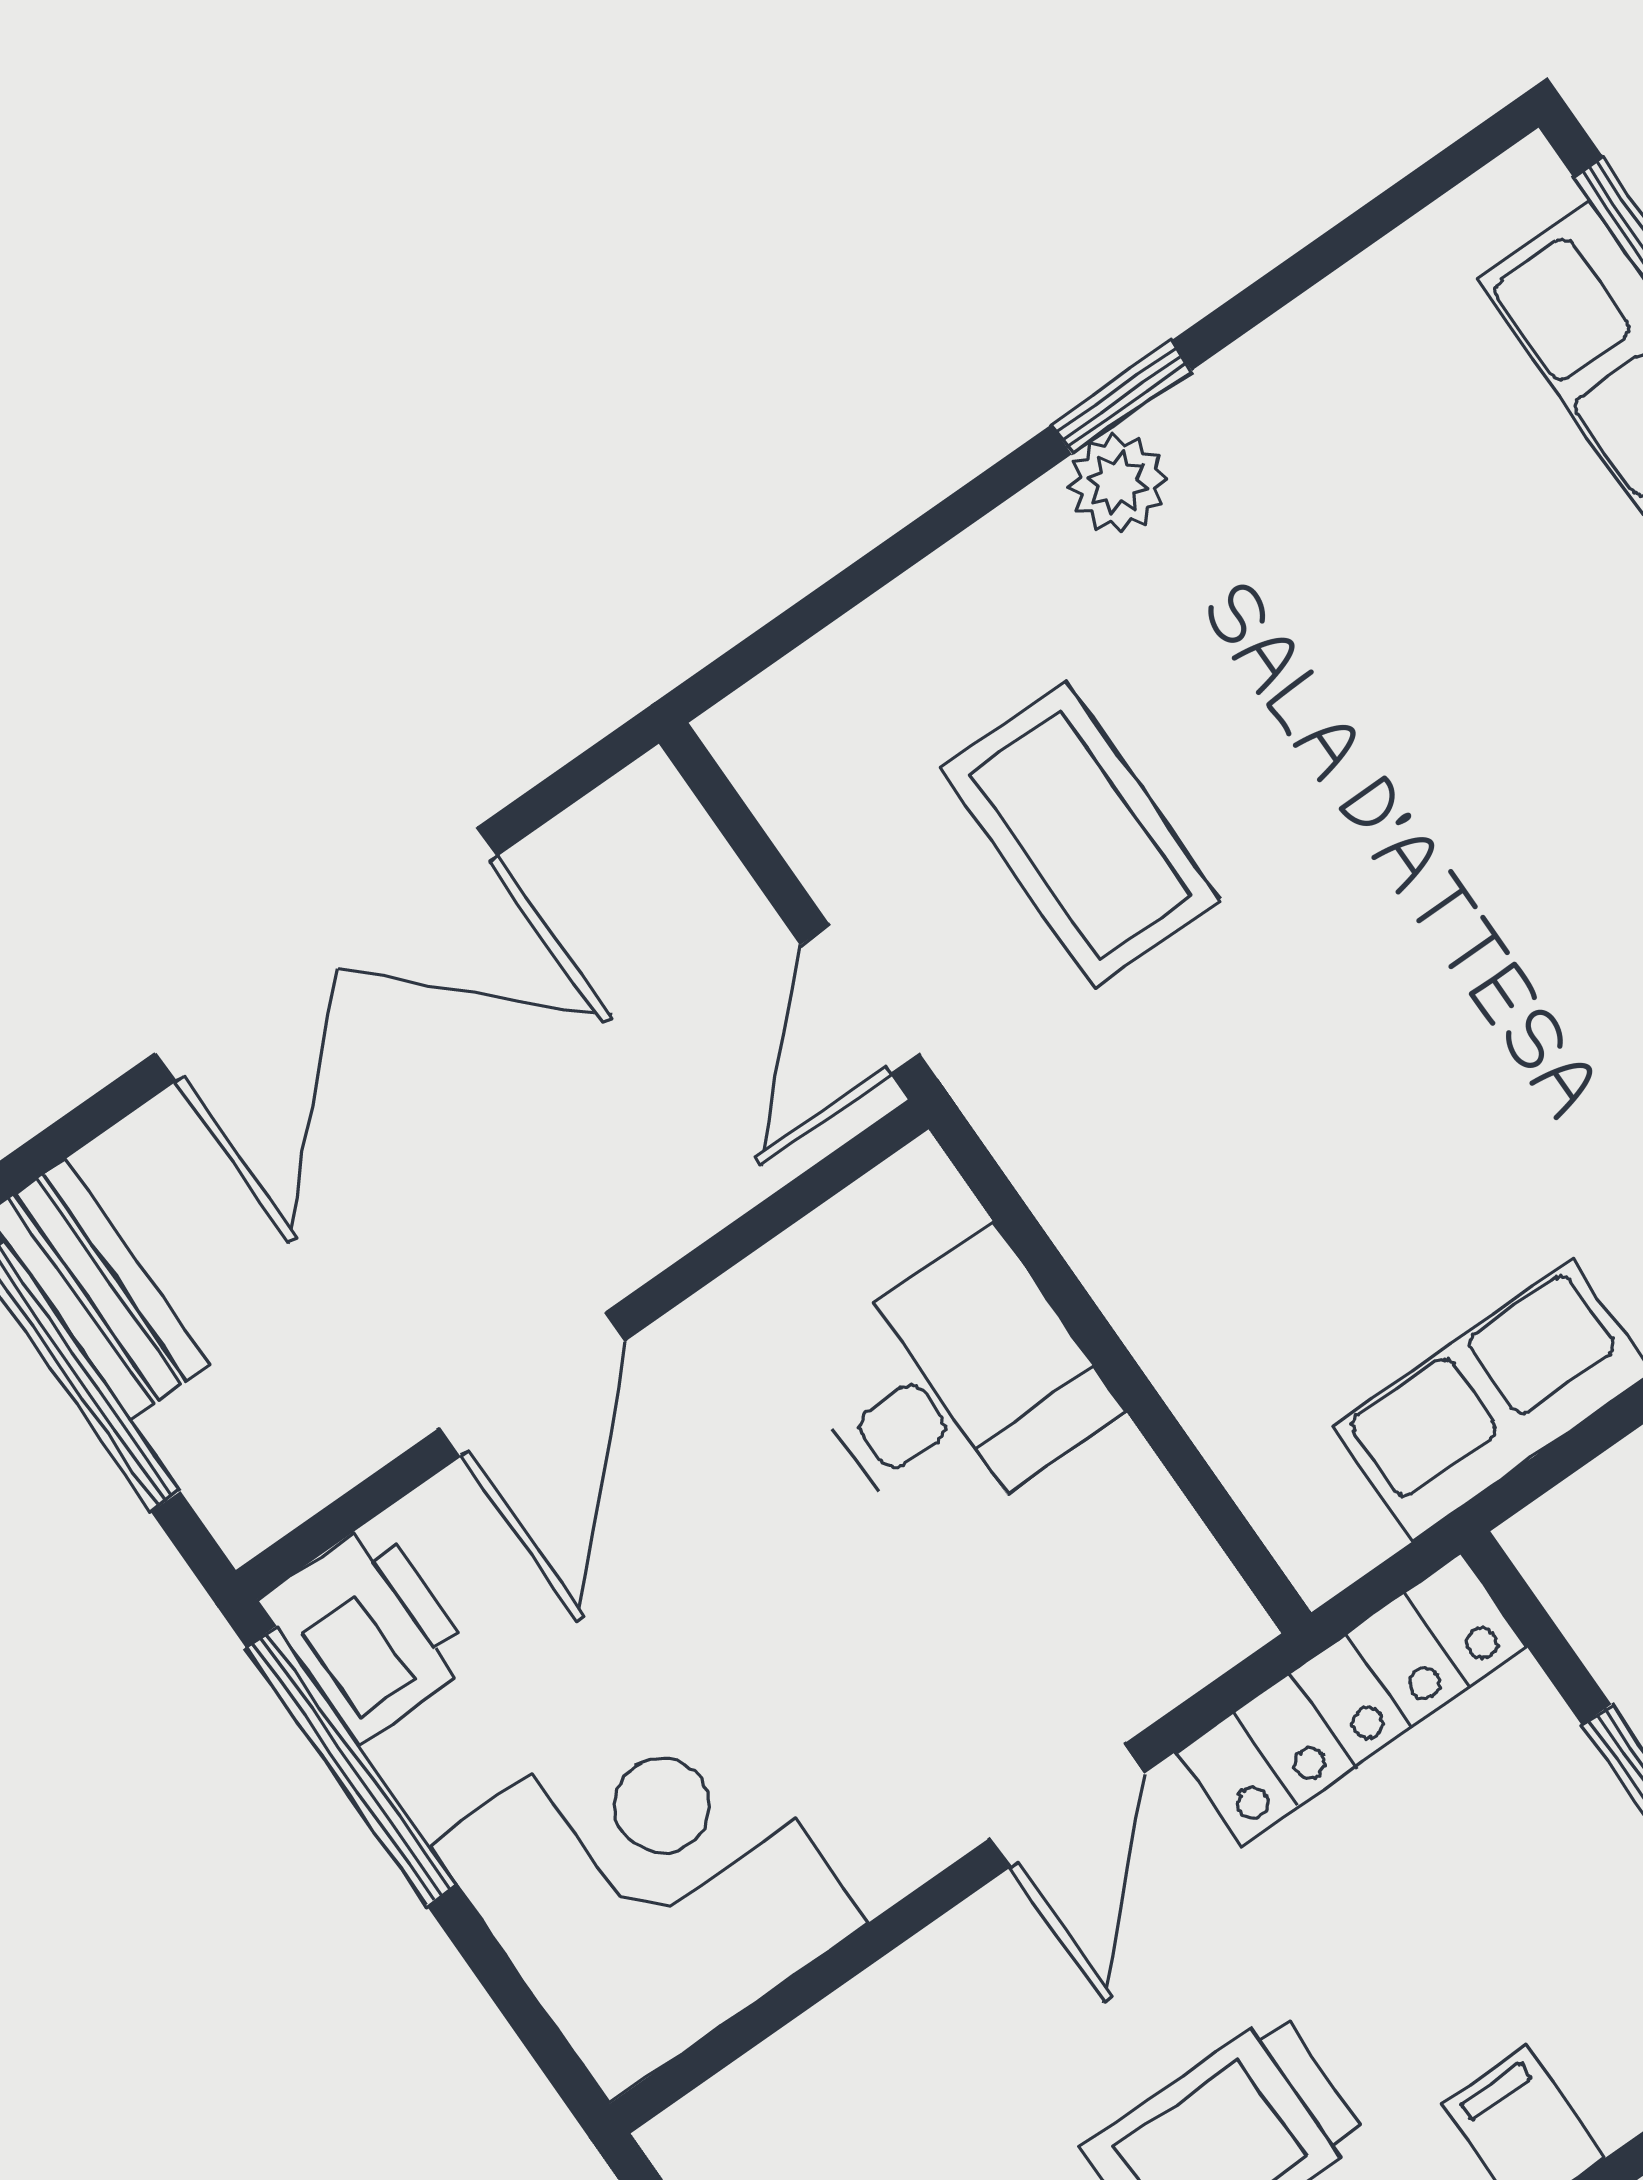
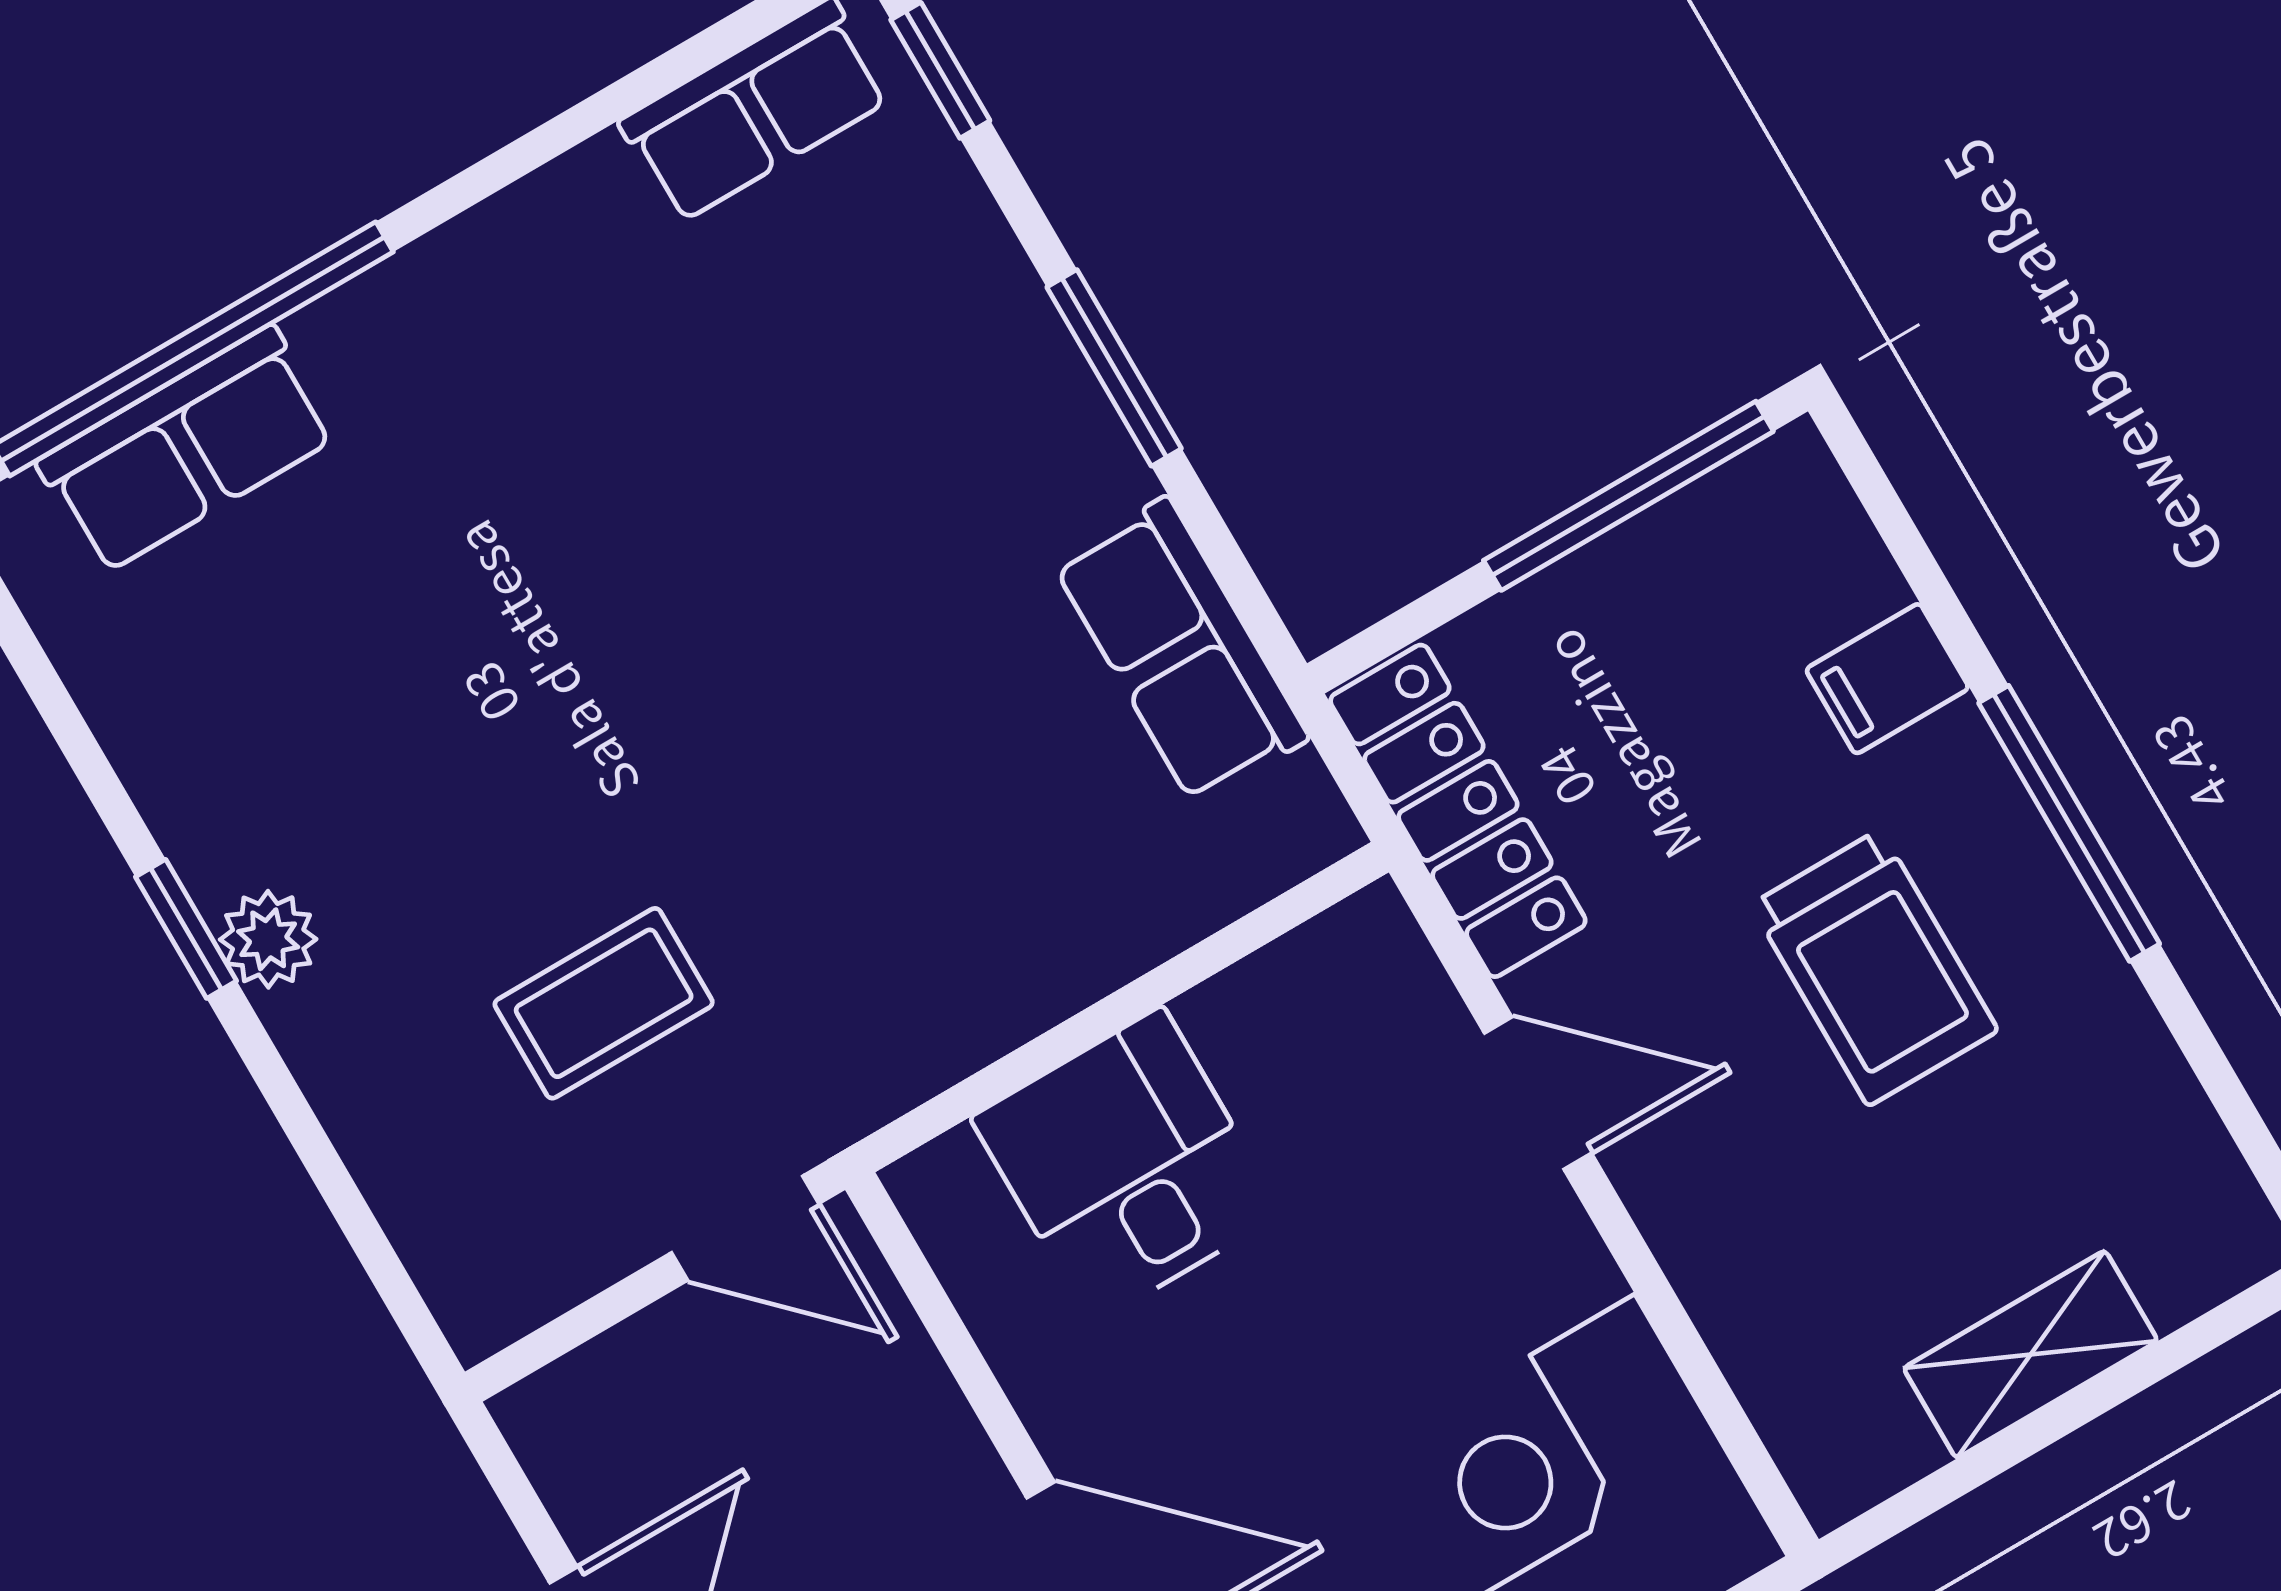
coffee table: (1080, 835) -> (604, 1003), width x0.73, depth x0.77

